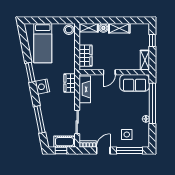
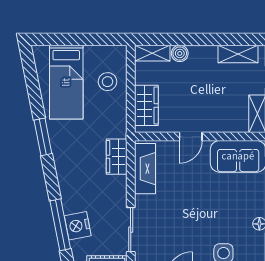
shelving: (119, 28) -> (238, 54), moved
stool: (69, 30) -> (108, 82), moved
nightstand: (42, 87) -> (78, 226), moved

